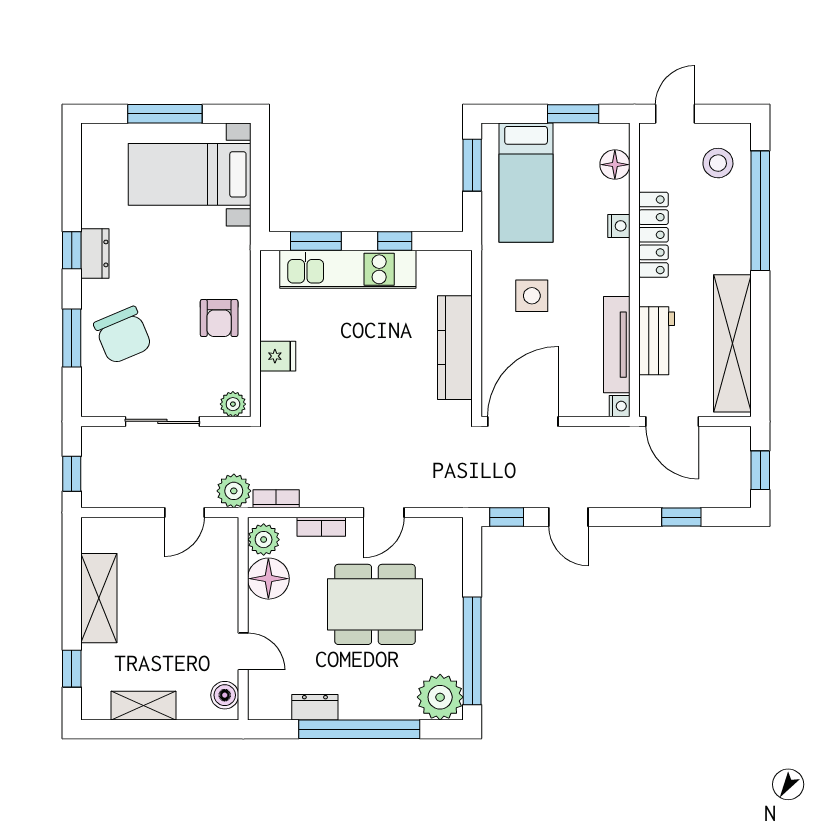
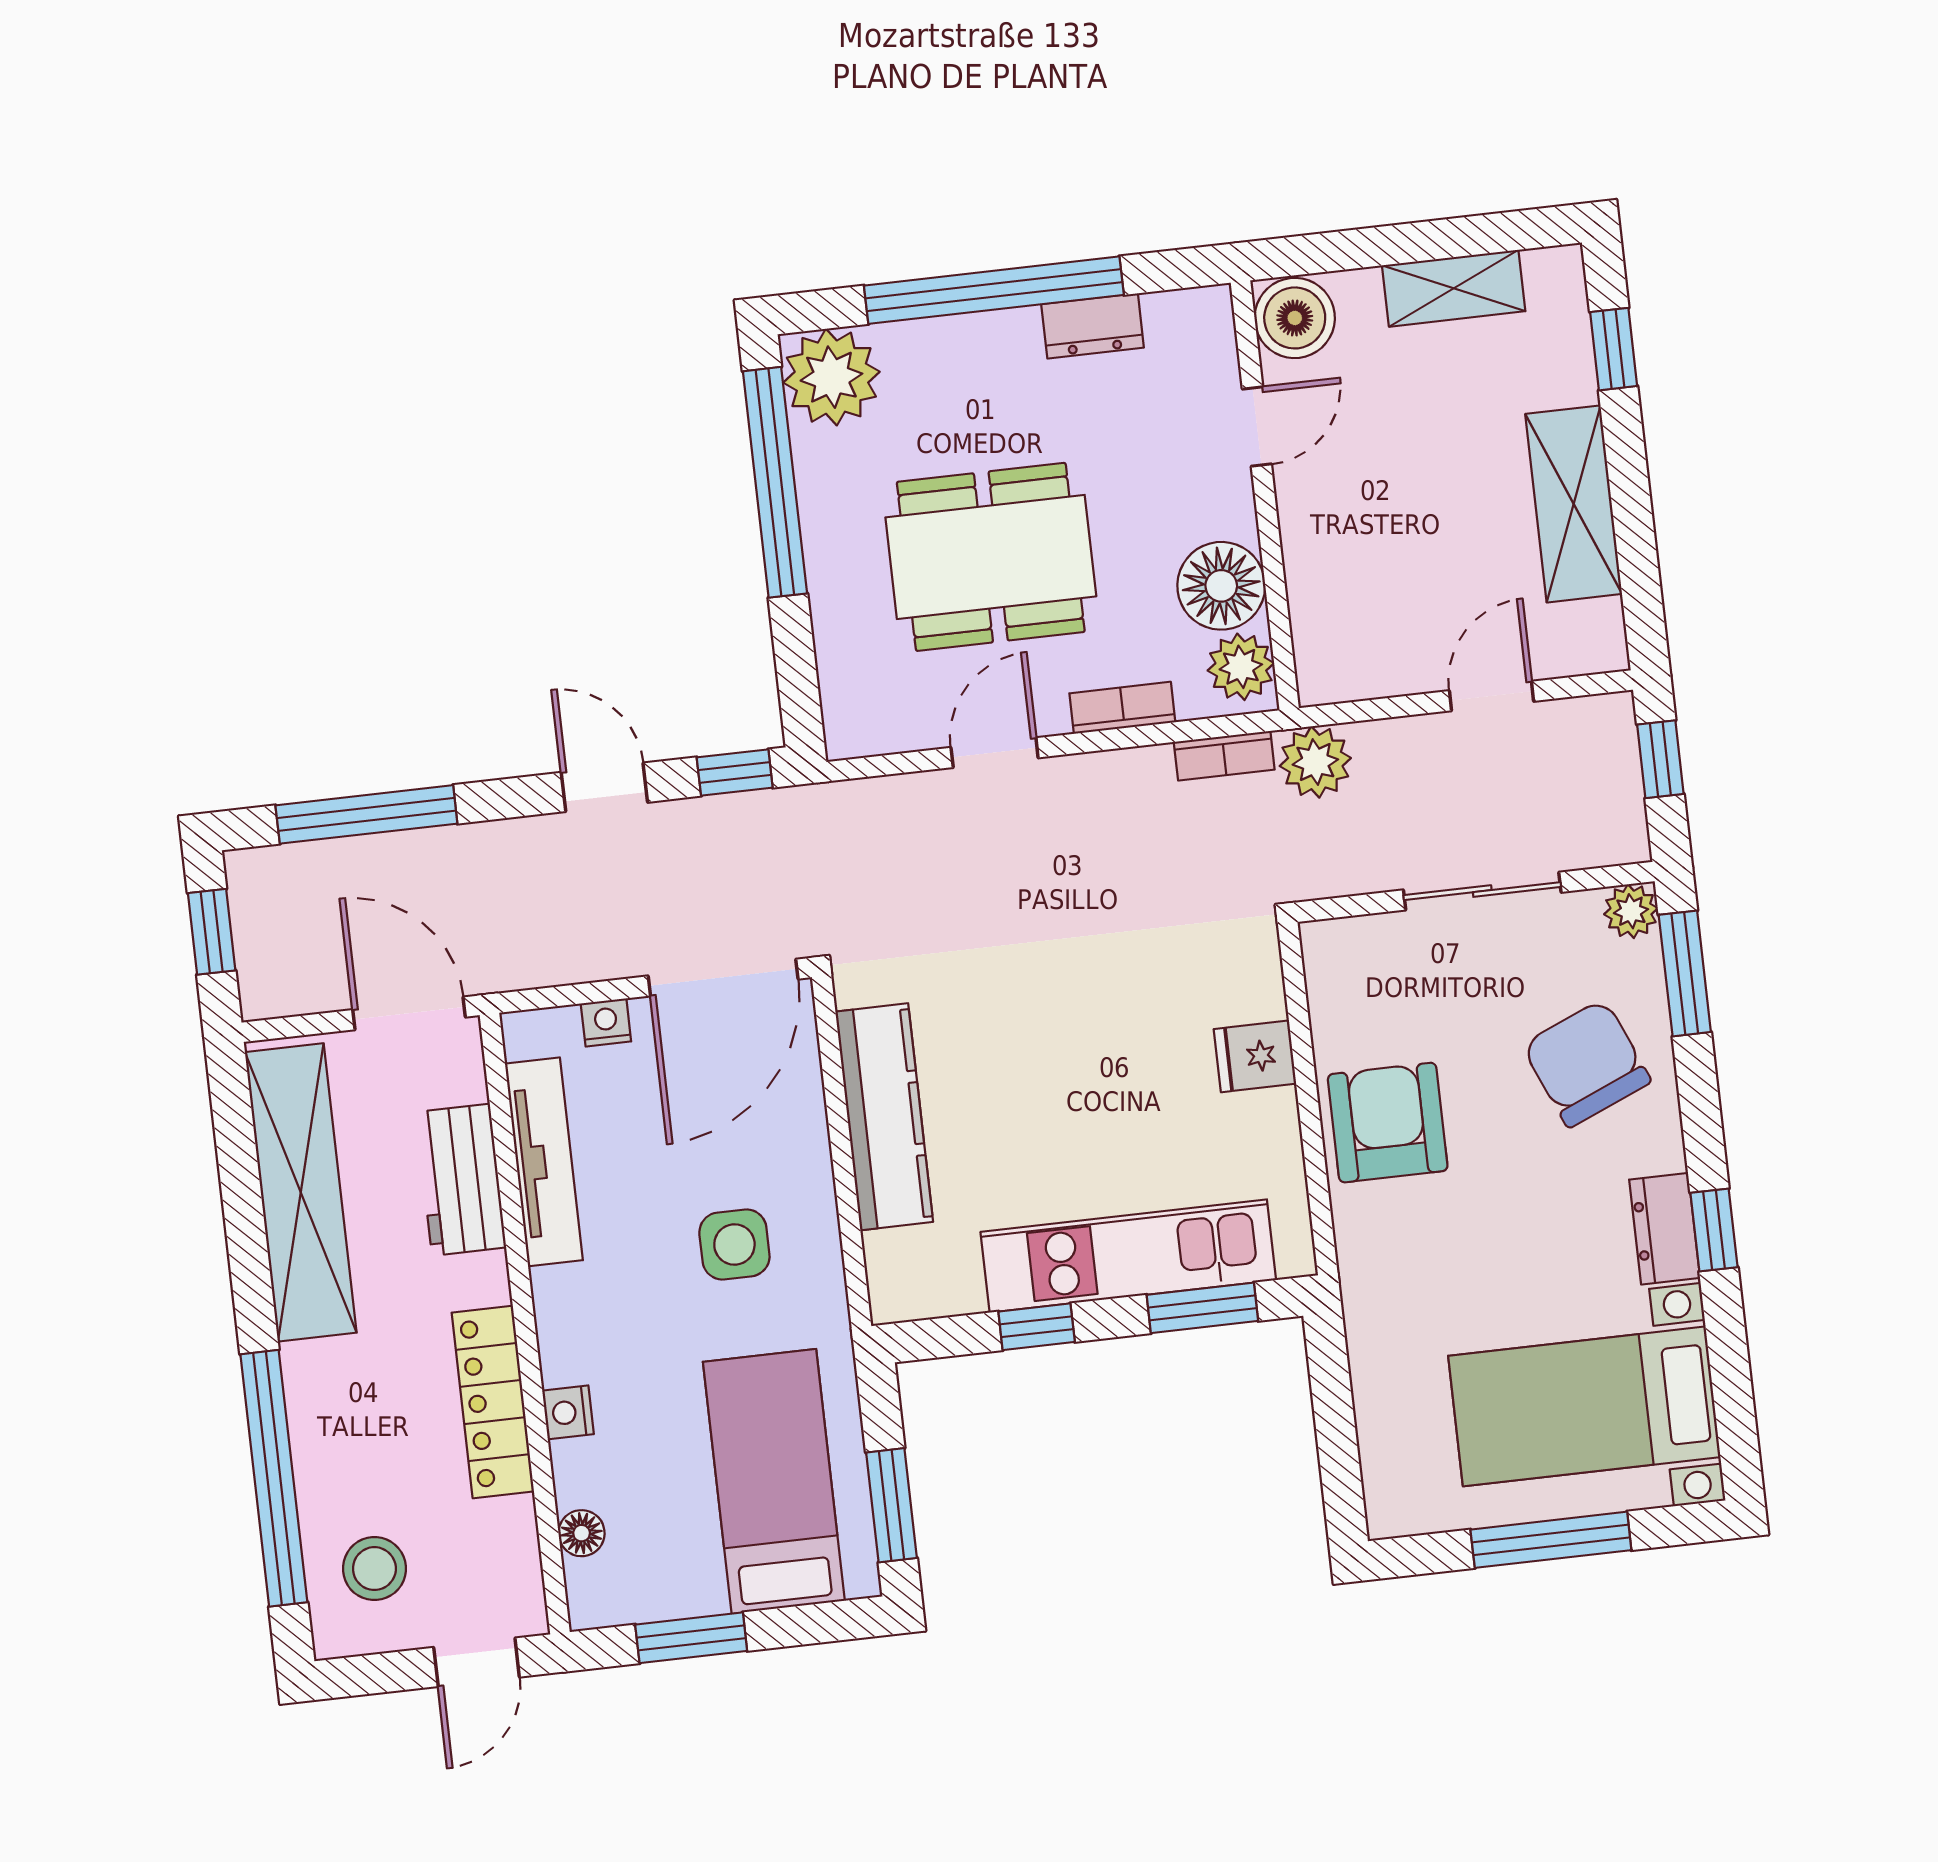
floor lamp: (615, 165) -> (582, 1533), width x0.73, depth x0.73
bed with nightstands: (190, 174) -> (1584, 1406), moved, turned 180
armchair: (219, 318) -> (1388, 1123), width x1.38, depth x1.38
window: (72, 338) -> (1685, 973), moved
plant: (233, 404) -> (1631, 911), moved
nightstand: (620, 406) -> (606, 1022), moved, turned 90
door: (184, 512) -> (1491, 696), moved
window: (681, 517) -> (366, 814), width x2.17
door: (243, 651) -> (1257, 426), swing flipped
boiler: (225, 695) -> (1295, 318), width x1.36, depth x1.36

